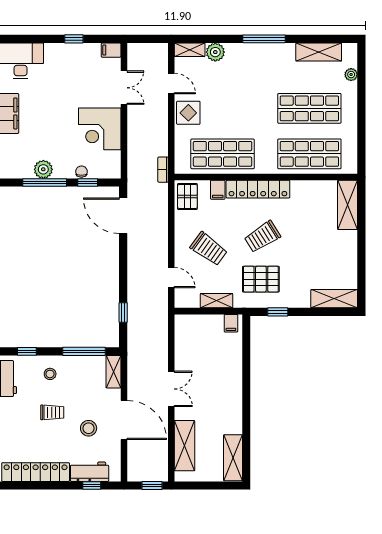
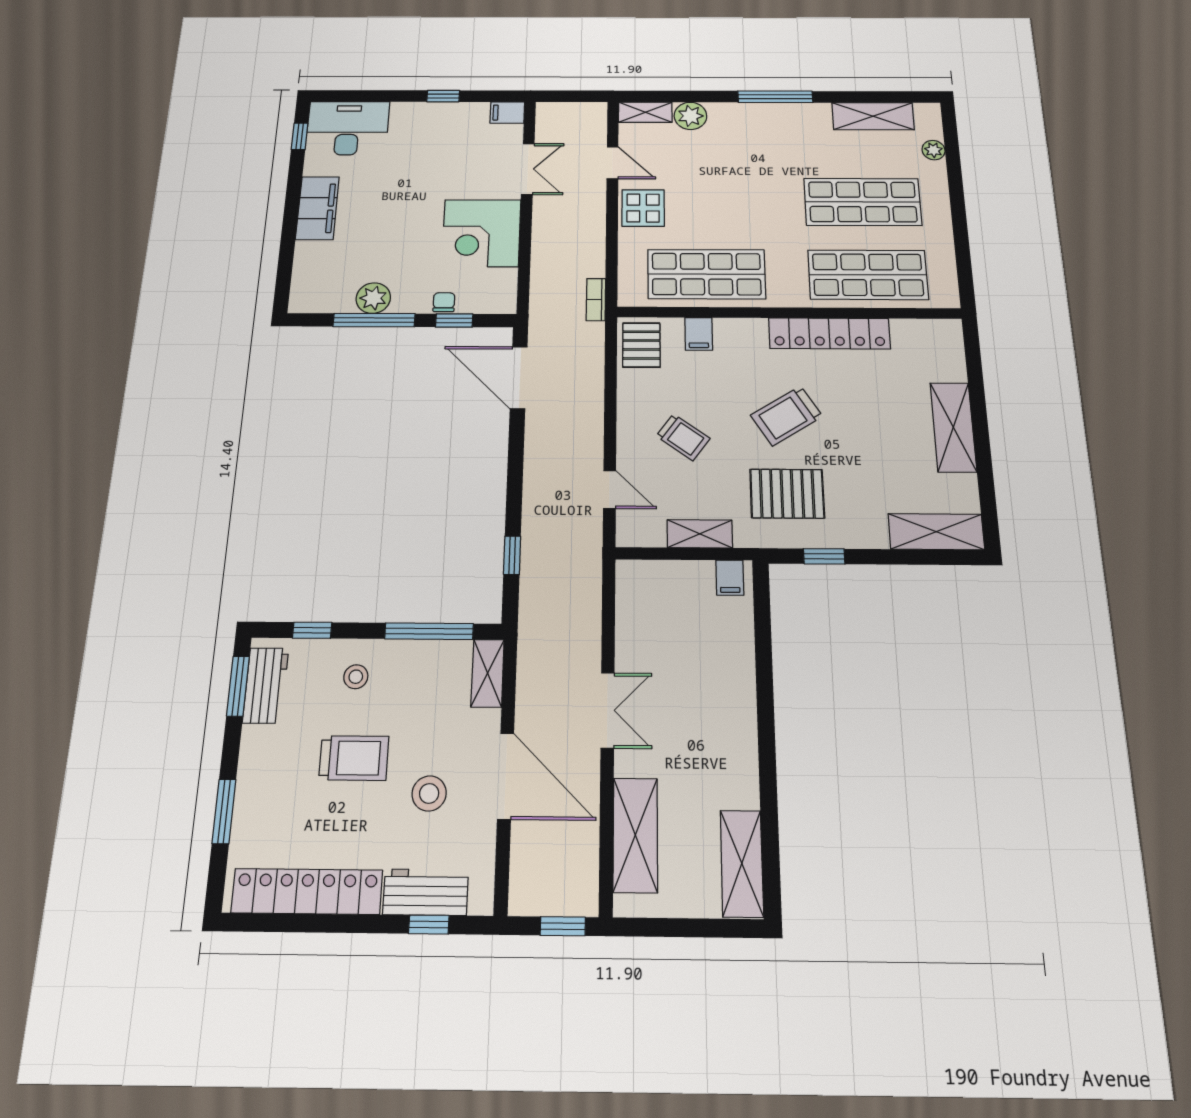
locker: (258, 189) -> (829, 333), moved
shelving: (348, 205) -> (953, 427), moved
trolley: (209, 249) -> (683, 437), width x0.73, depth x0.72
trolley: (52, 412) -> (354, 758), width x1.36, depth x1.39

